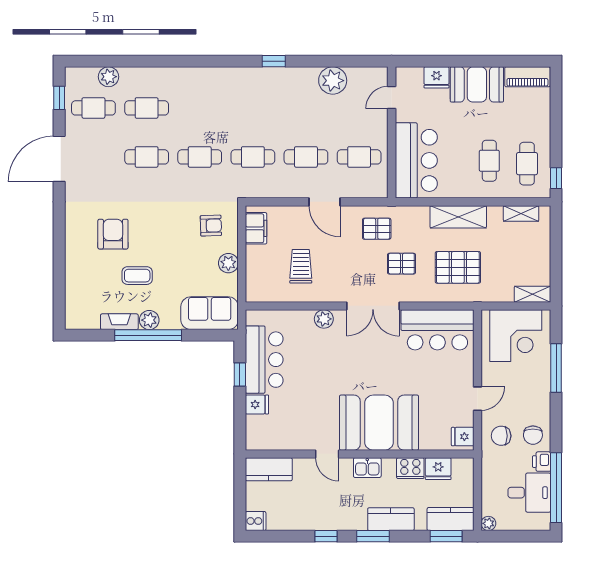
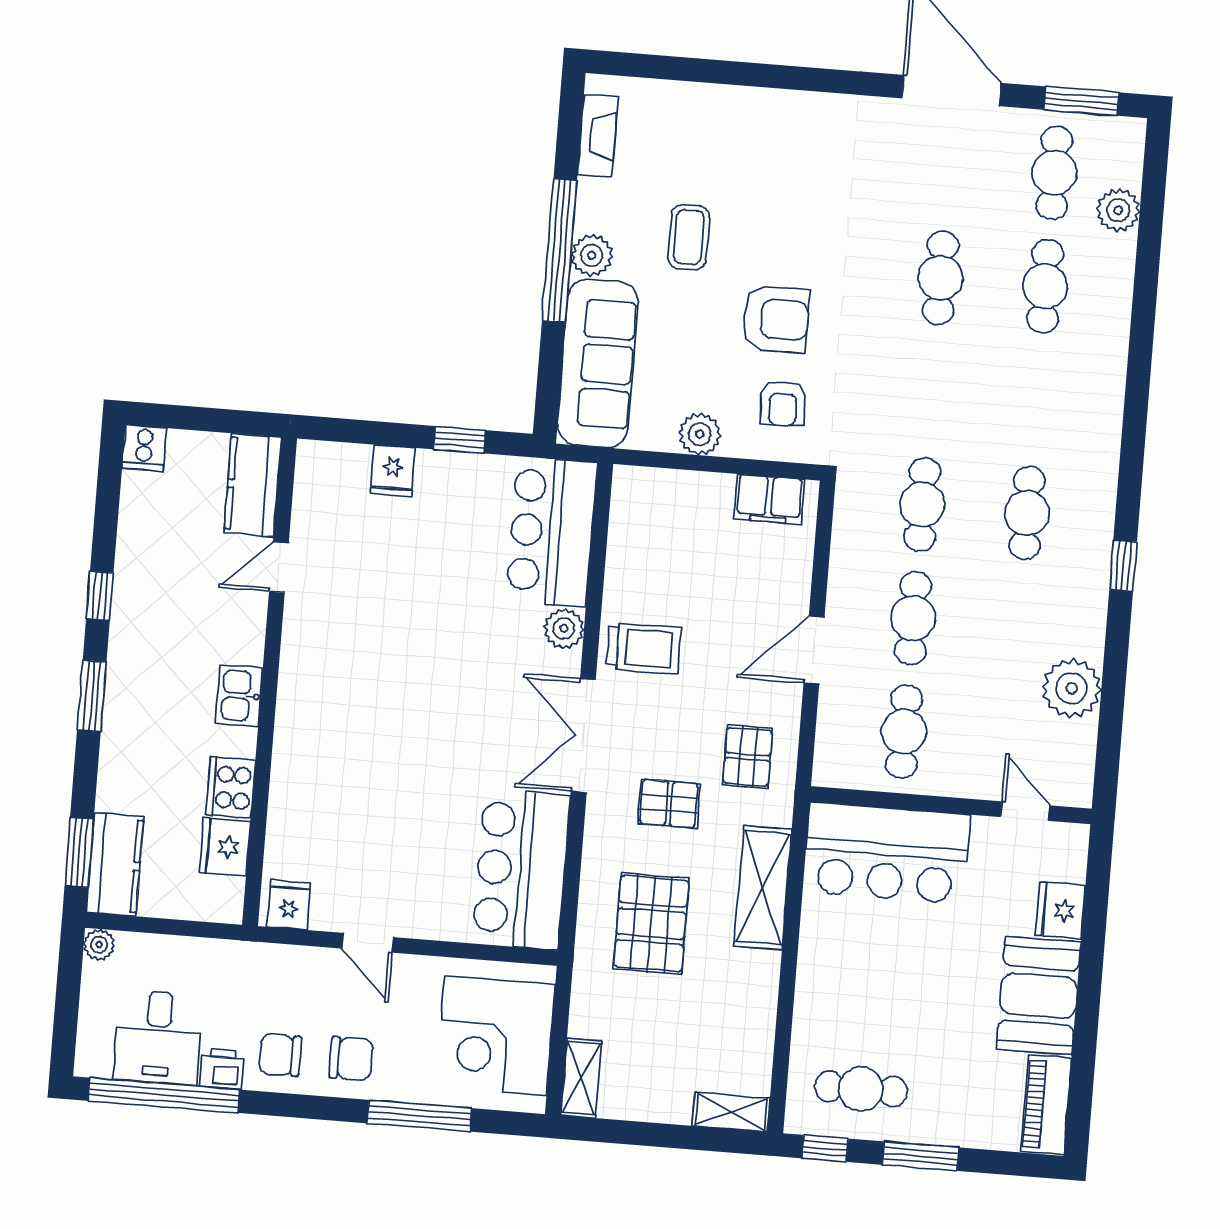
window: (59, 98) -> (1082, 101), width x1.50
window: (556, 133) -> (920, 1156), added
cafe table: (200, 157) -> (1027, 513), moved
cafe table: (489, 161) -> (873, 1009), removed
shelving: (521, 213) -> (731, 1112), moved, turned 90
shelving: (458, 217) -> (763, 888), moved
armchair: (113, 234) -> (776, 319), moved
pallet: (401, 264) -> (669, 804), turned 90
trolley: (301, 266) -> (644, 648), moved
sofa: (210, 313) -> (598, 363), width x1.36
fireplace: (119, 322) -> (598, 136), moved
bar counter: (264, 360) -> (552, 532), moved, turned 90
booth: (379, 423) -> (333, 728), removed
chair: (501, 436) -> (351, 1059), moved, turned 90
door: (327, 454) -> (279, 567), moved
kitchen counter: (391, 519) -> (125, 737), removed

